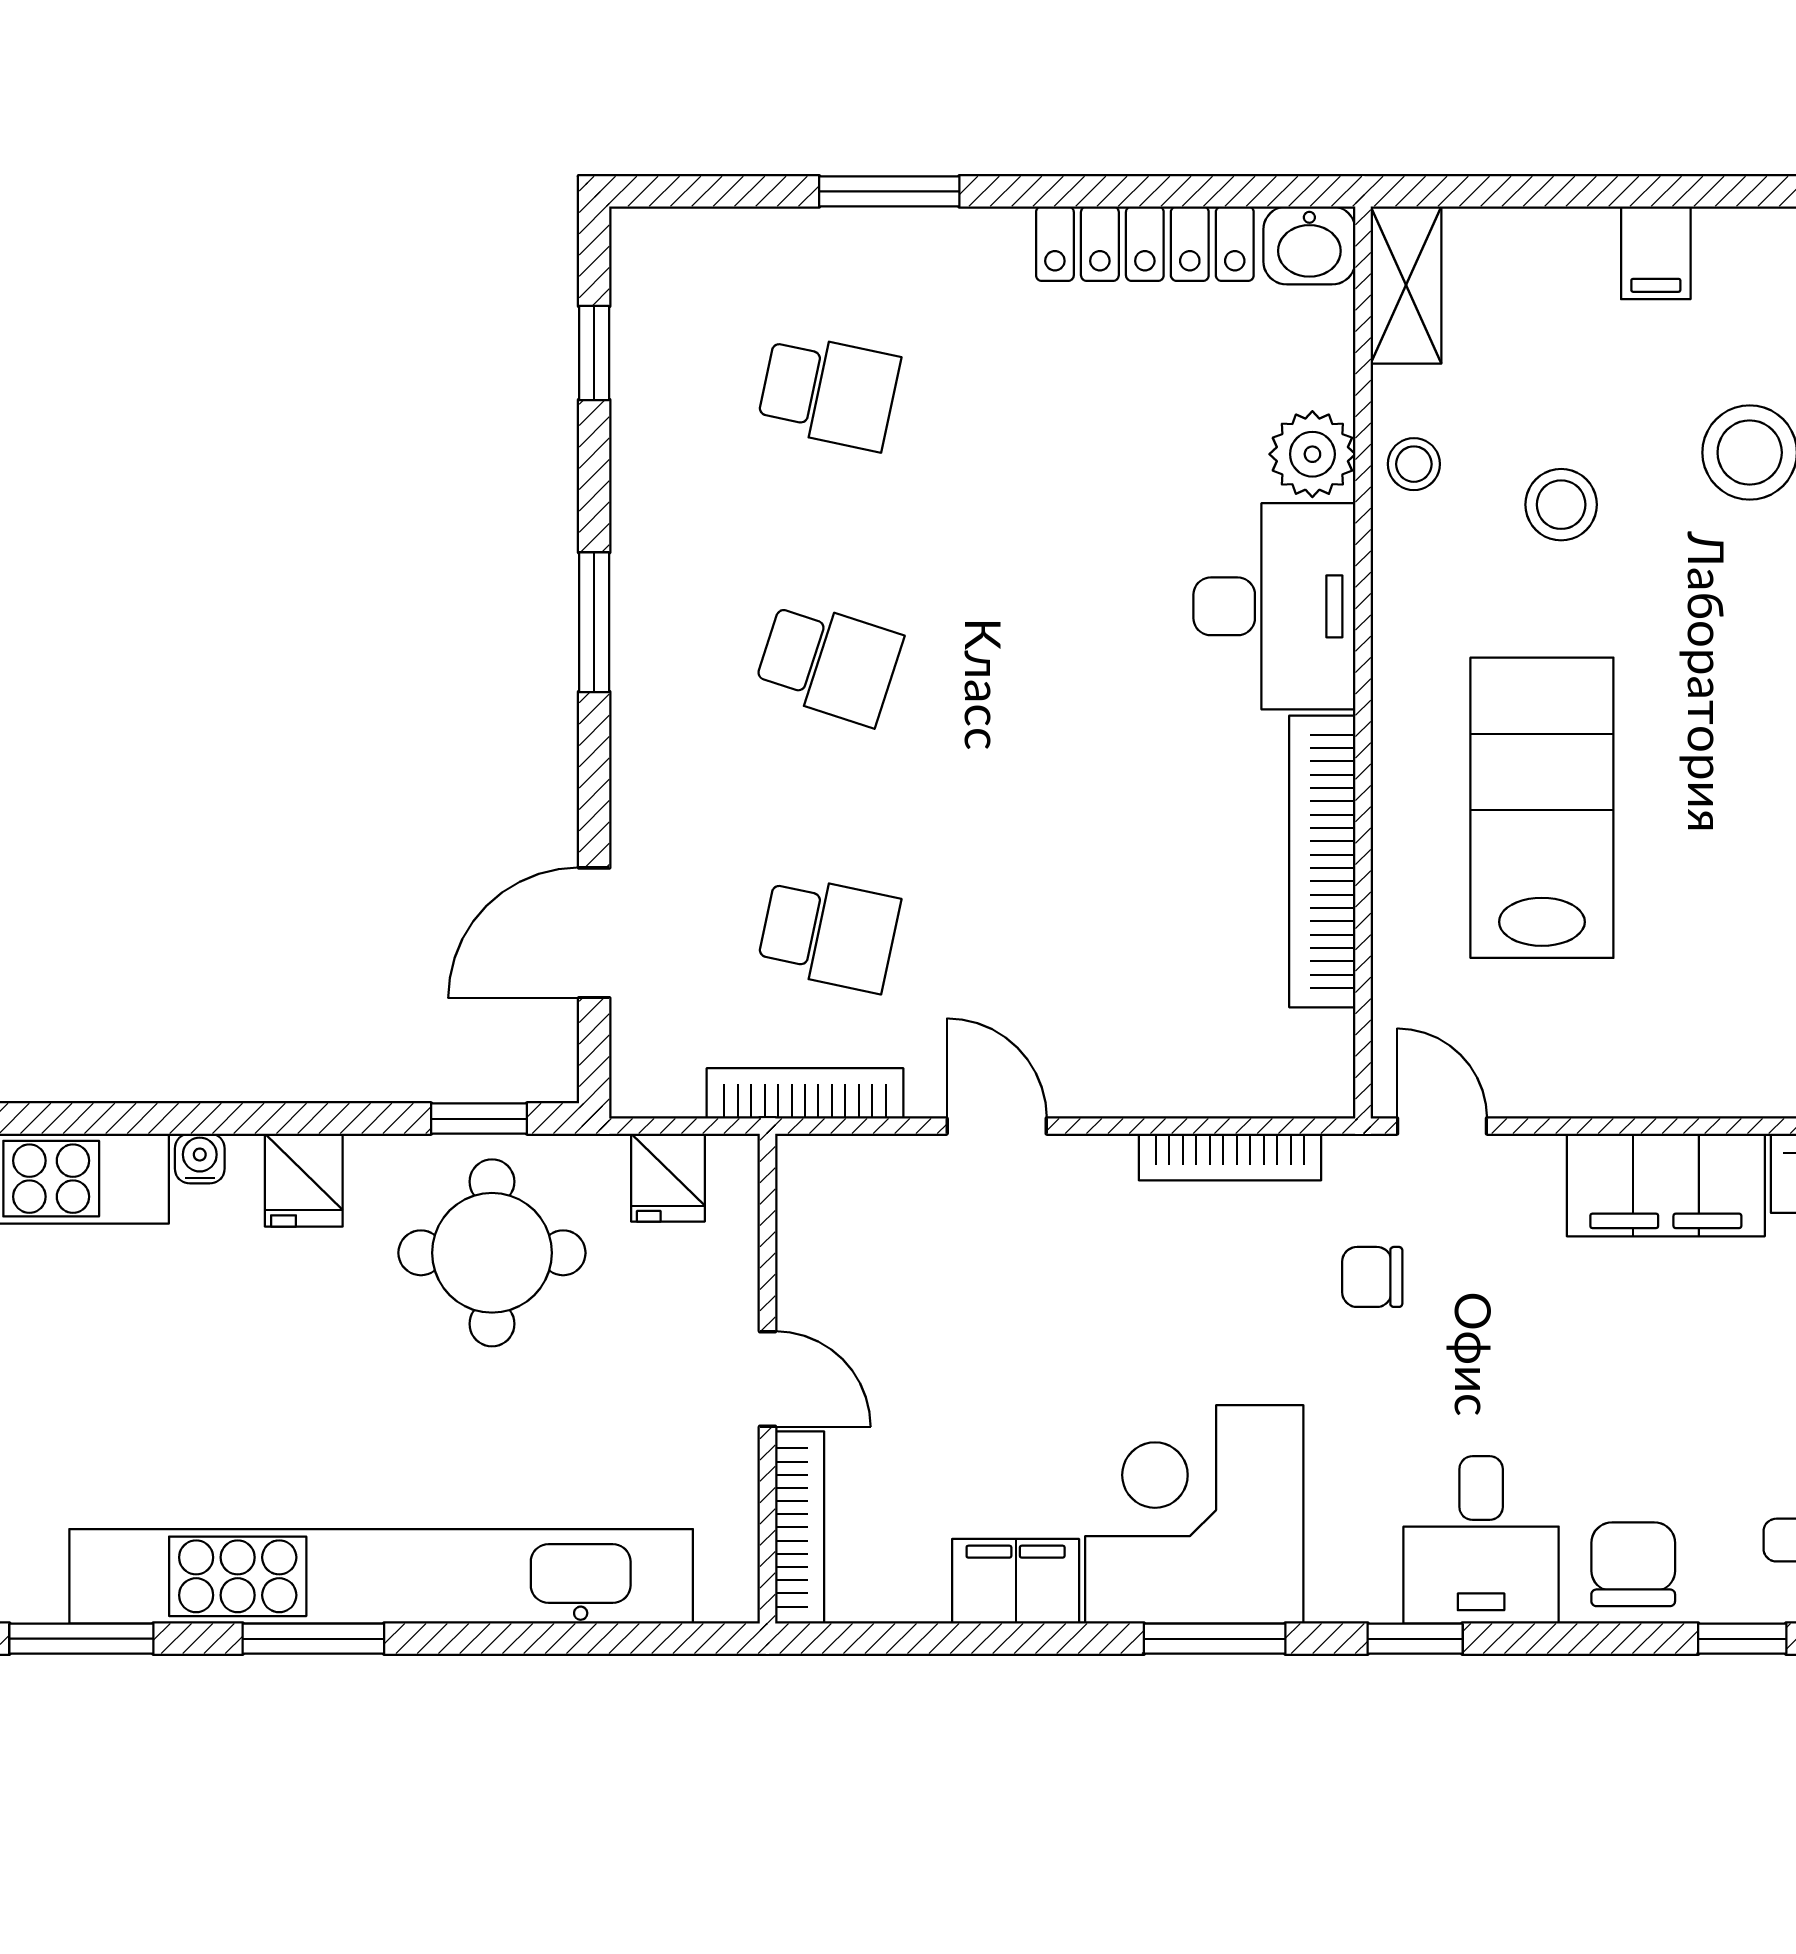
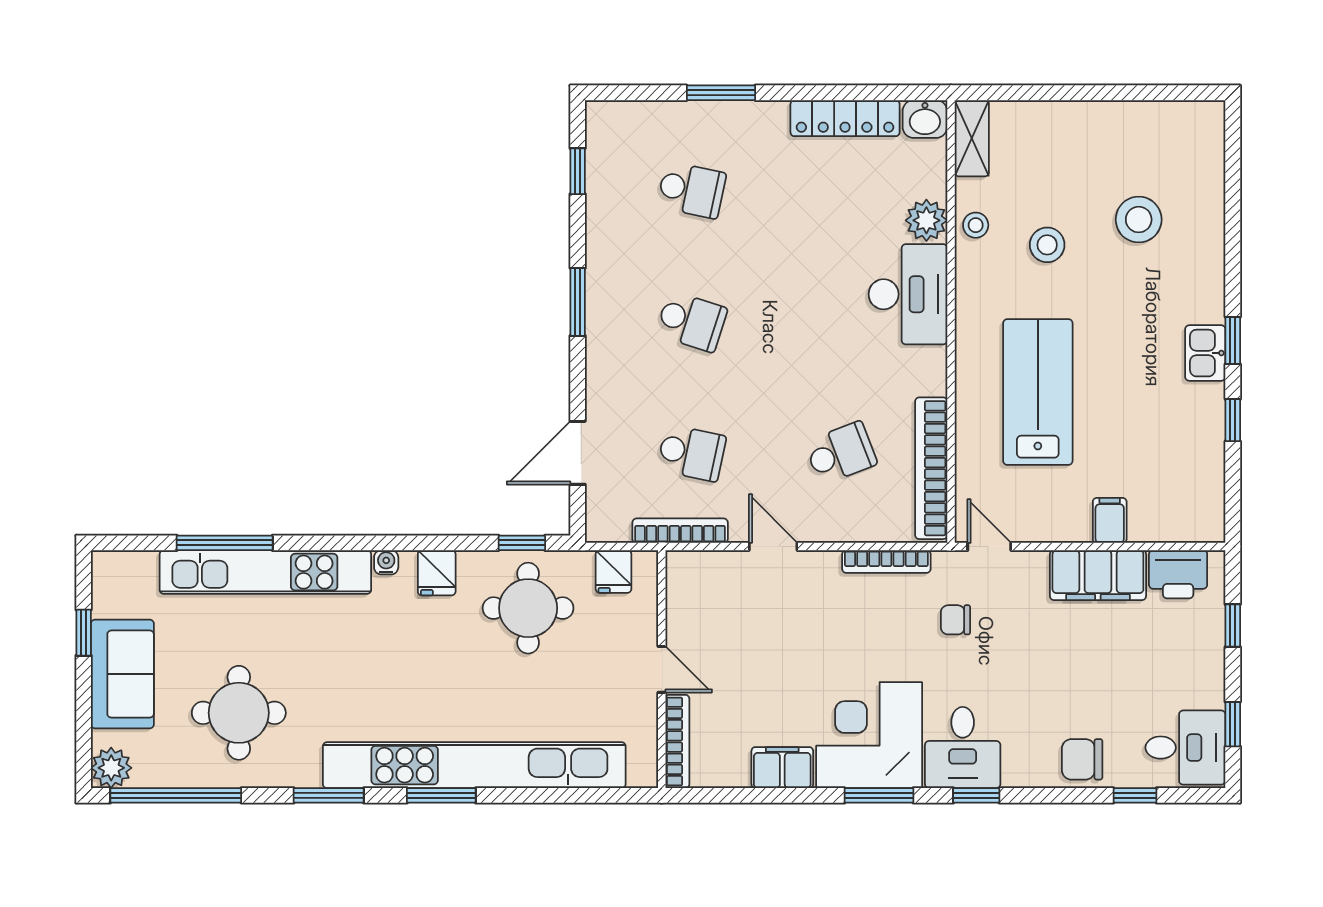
filing cabinet: (1656, 253) -> (1110, 520), moved, turned 180
bookcase: (1322, 861) -> (931, 468), moved
school desk: (1136, 933) -> (841, 453), added
desk: (1481, 1540) -> (963, 747), moved
chair: (1633, 1564) -> (1082, 759), turned -90

